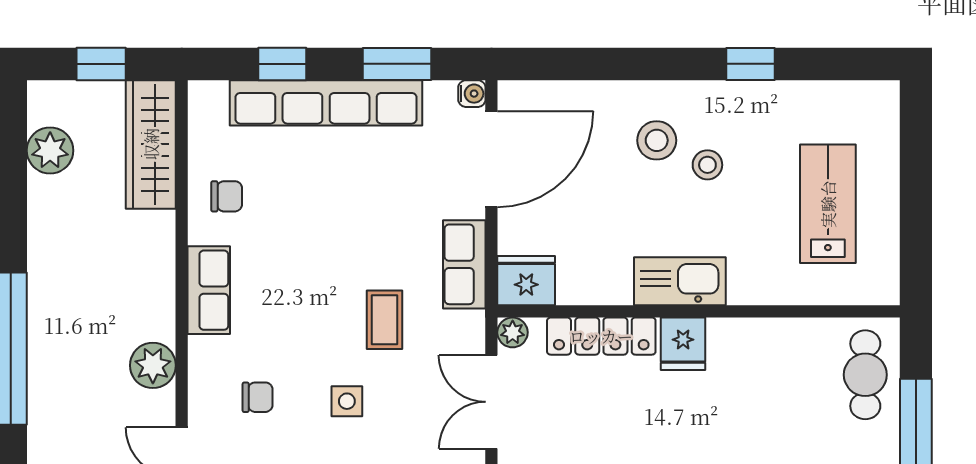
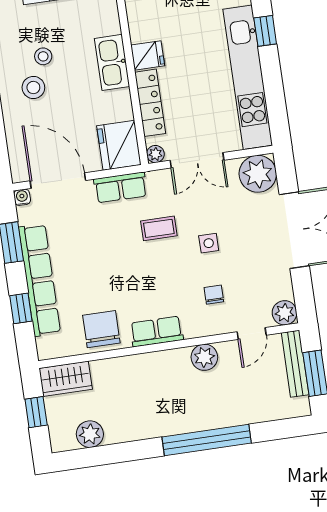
wardrobe: (151, 144) -> (66, 379), width x0.67
chair: (227, 196) -> (101, 329), width x1.87, depth x1.87
fridge: (526, 281) -> (119, 145), width x1.36, depth x1.34

